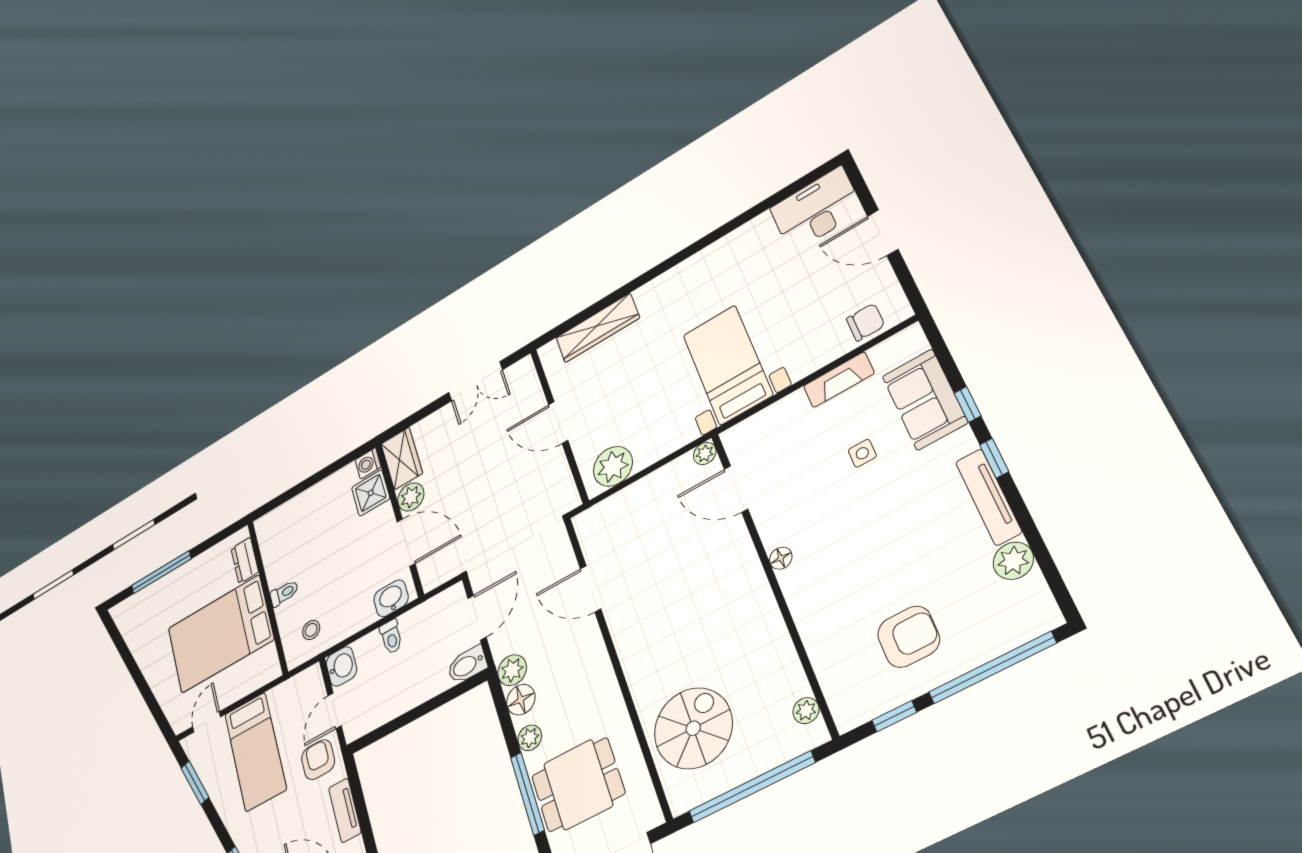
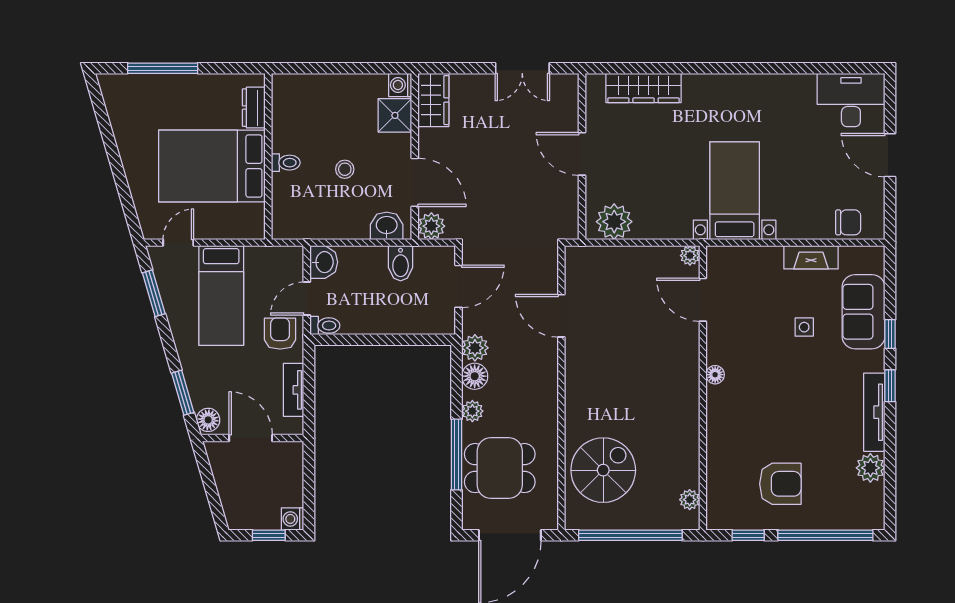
plant: (411, 497) -> (431, 226), moved
stool: (311, 630) -> (345, 169), moved
toilet: (391, 637) -> (325, 326), moved, turned -90
bidet: (467, 665) -> (401, 263), moved, turned -90

